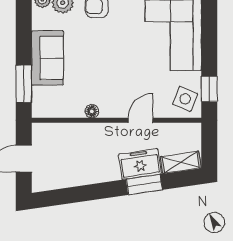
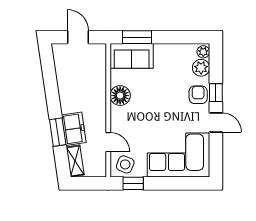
sofa: (47, 58) -> (132, 56), moved
floor lamp: (92, 111) -> (120, 96), width x1.89, depth x1.89
door: (141, 120) -> (108, 142), moved

